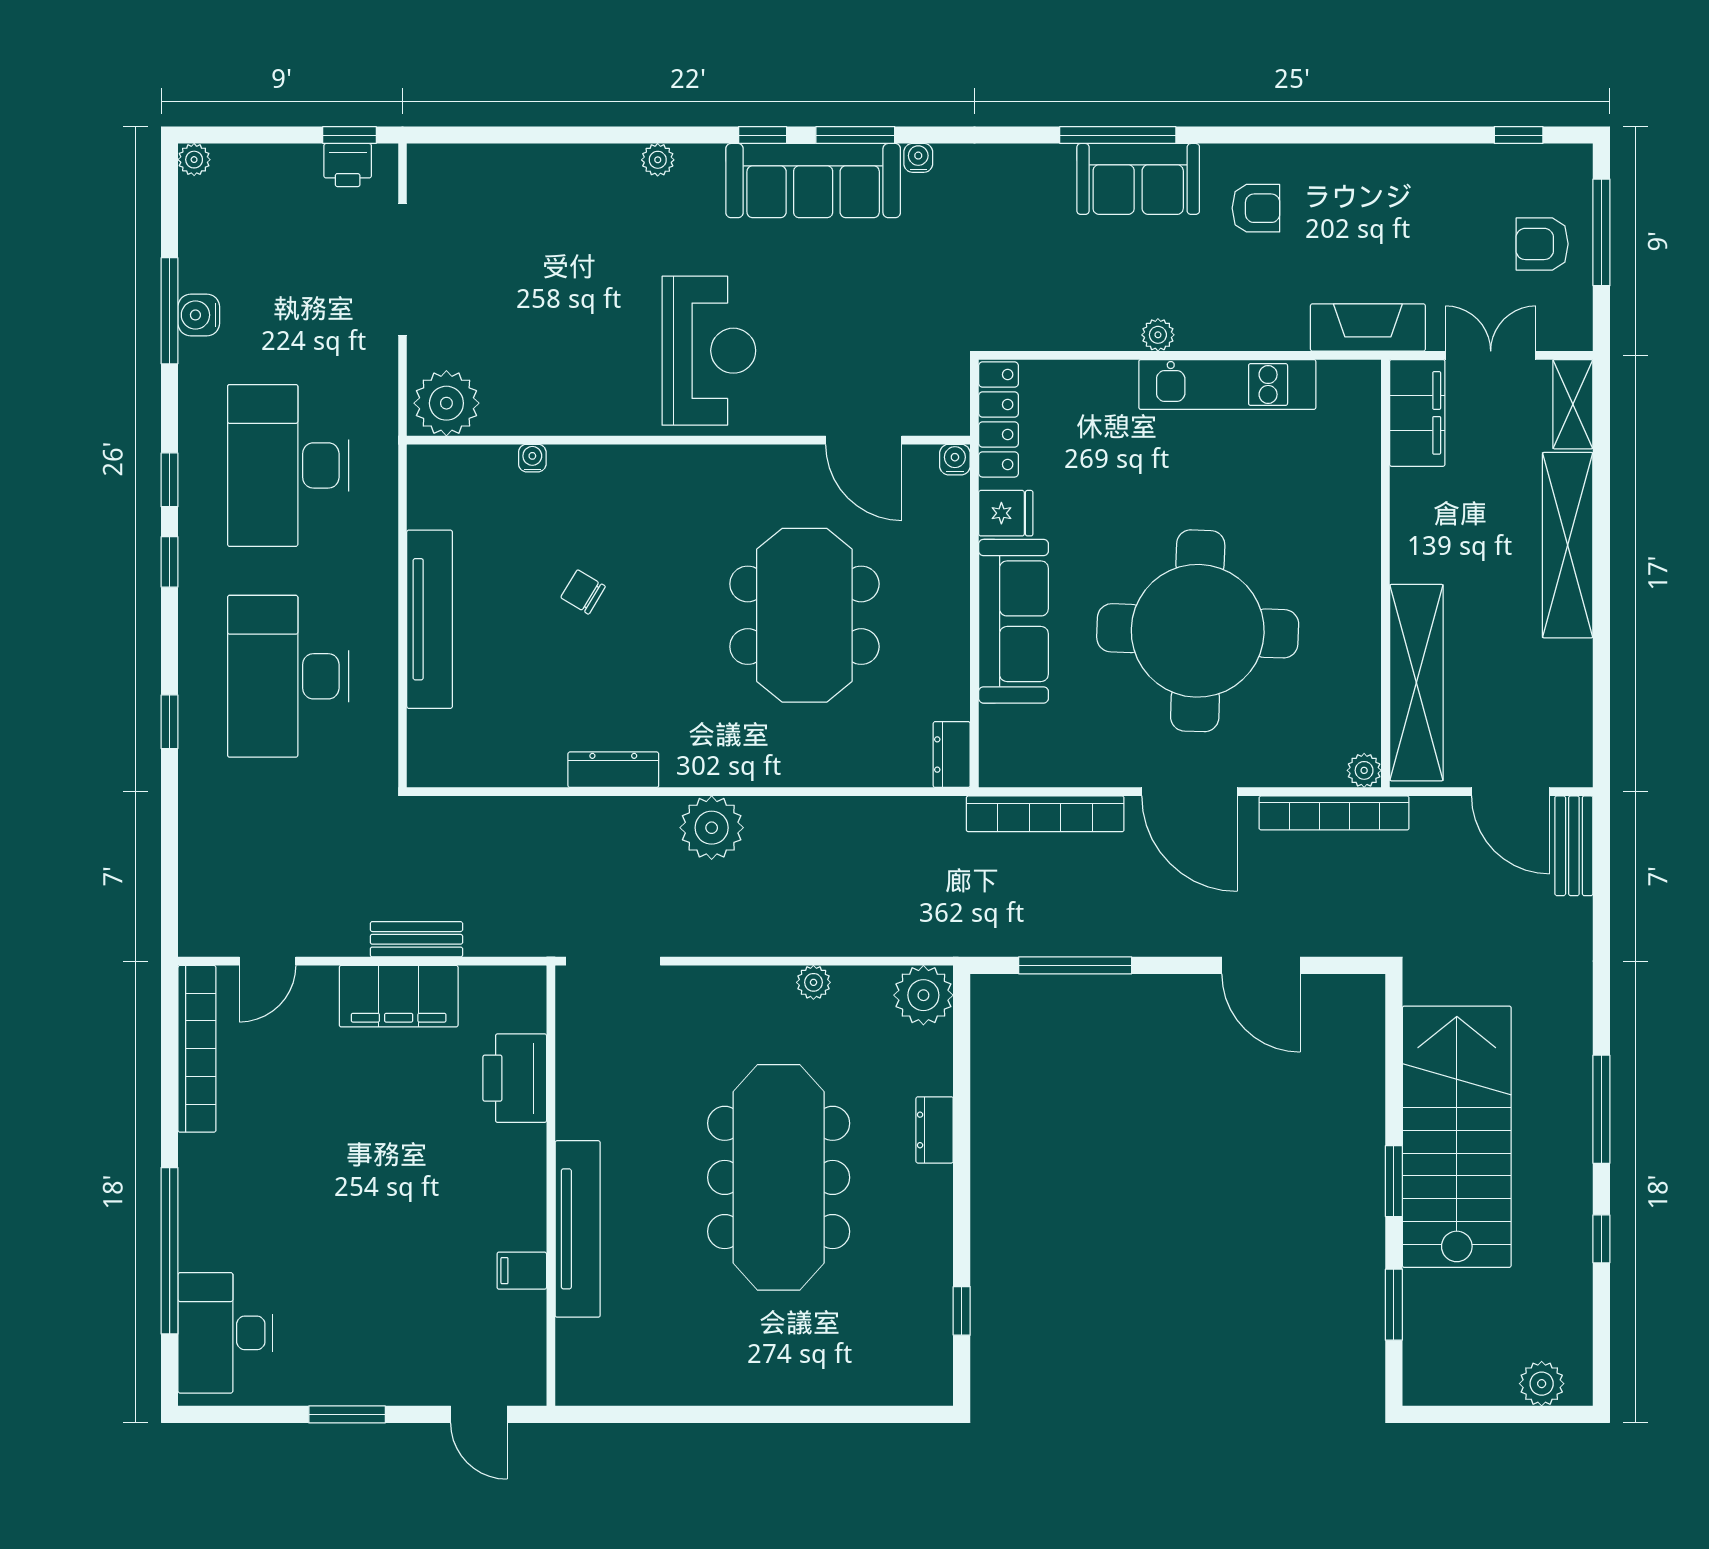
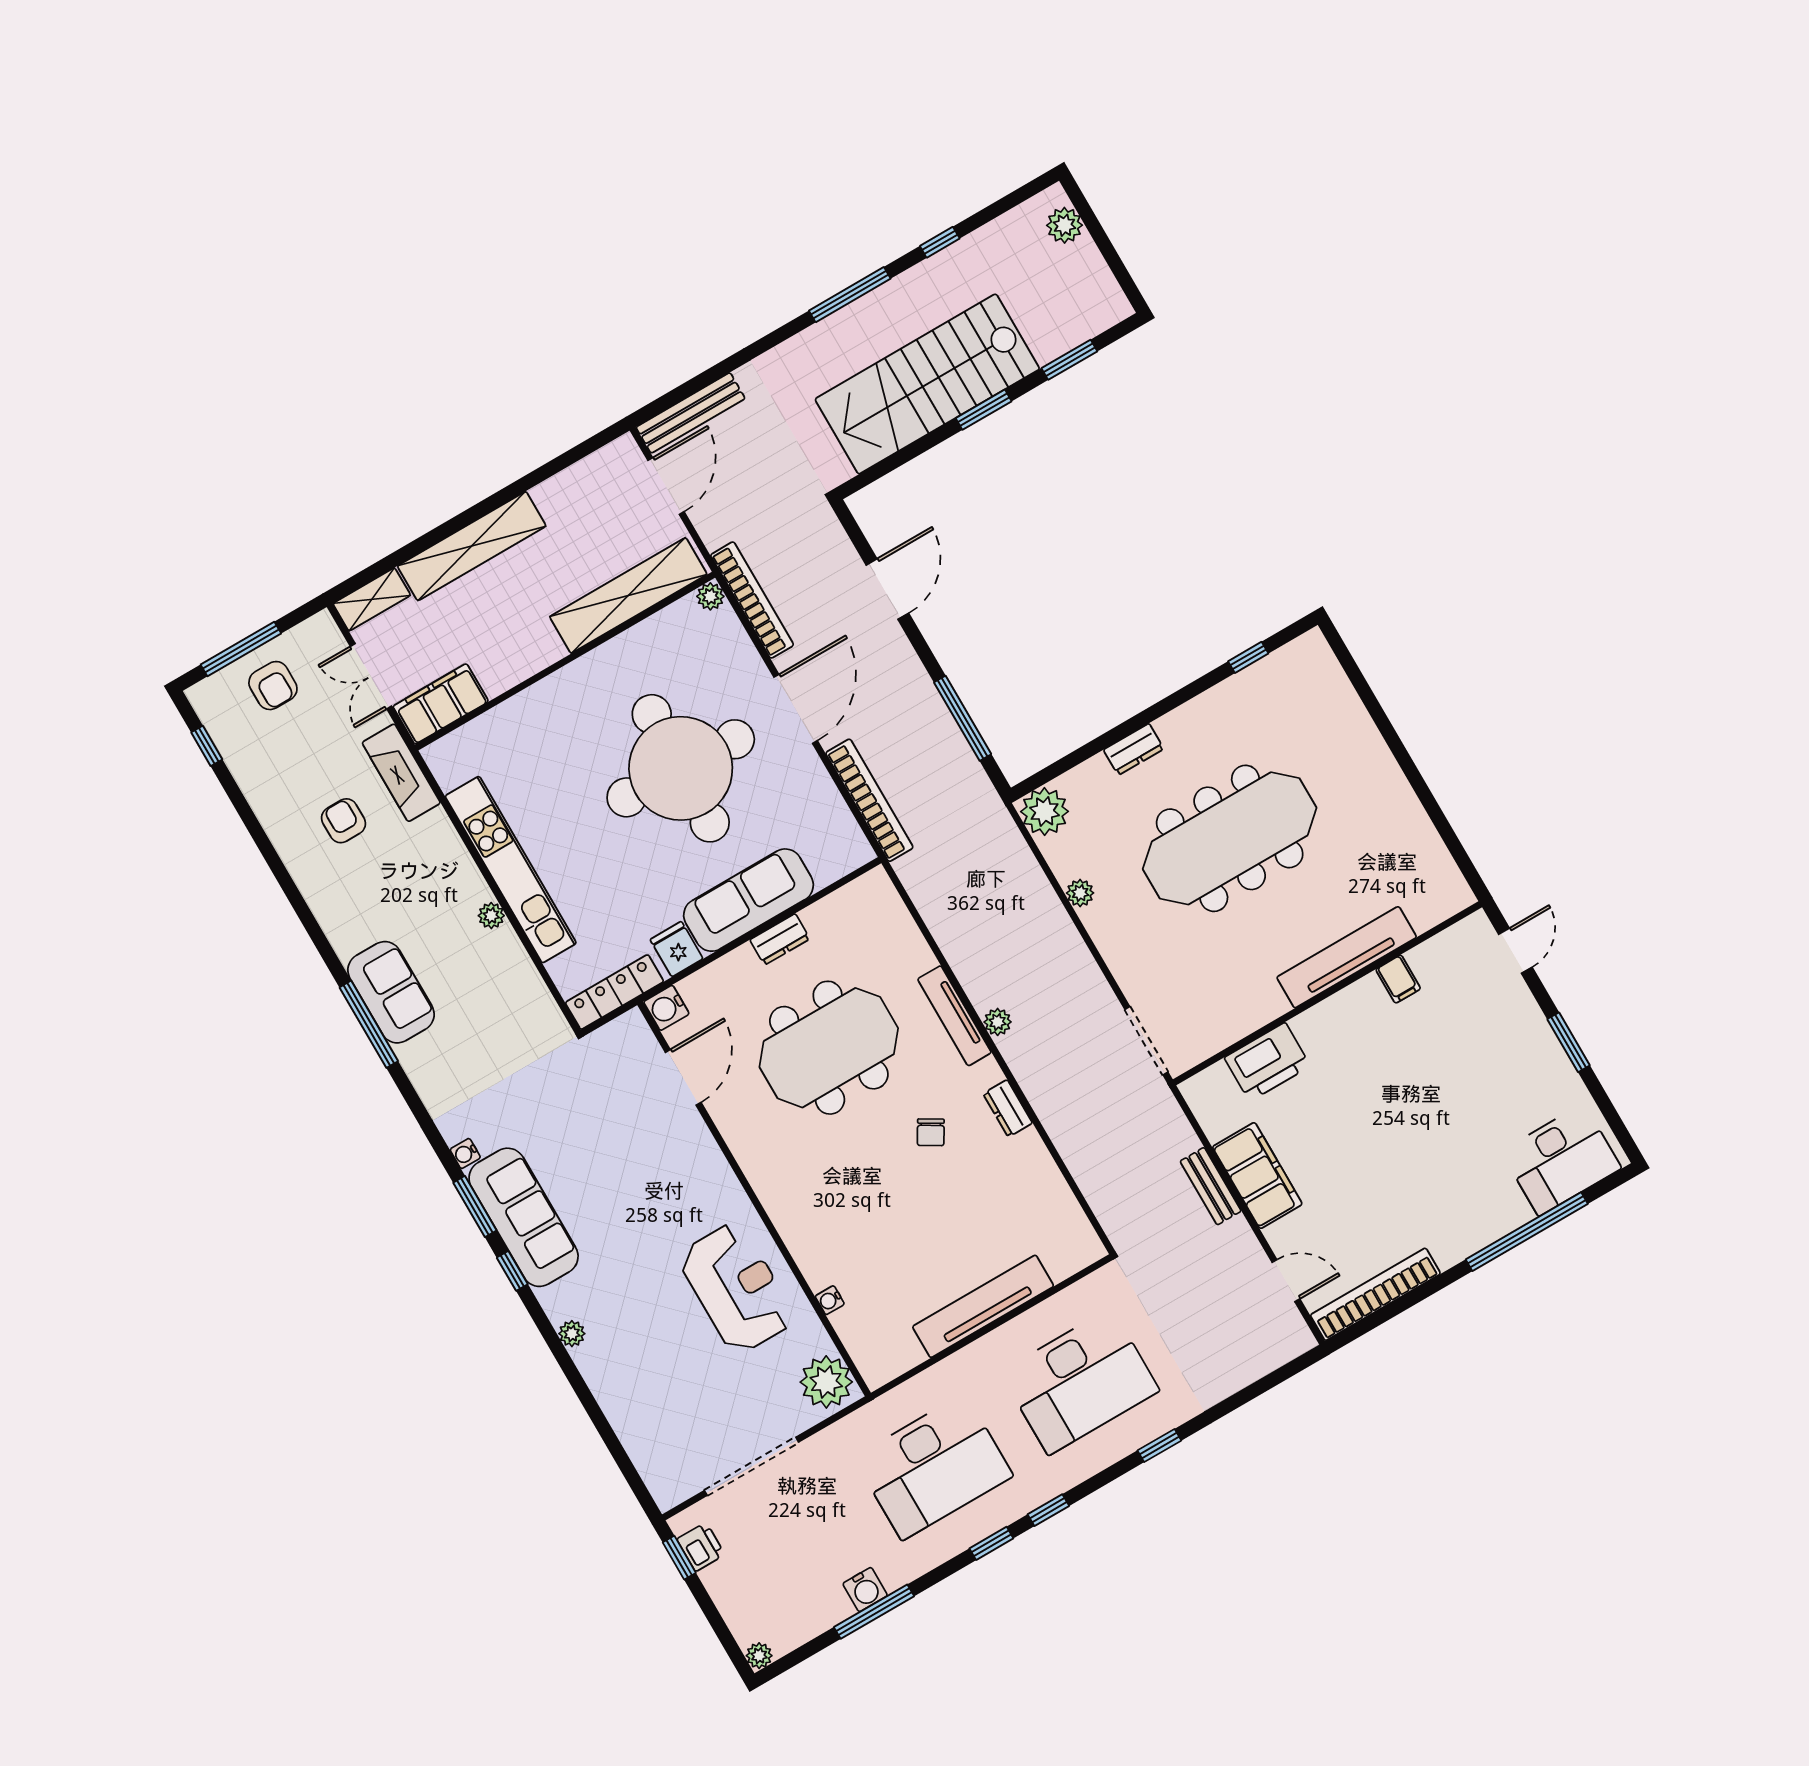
armchair: (1256, 208) -> (344, 821), moved
reception desk: (709, 351) -> (737, 1288), moved, turned 90
kitchen unit: (1227, 384) -> (511, 870), width x1.36
water cooler: (955, 460) -> (666, 1008), width x1.38, depth x1.38
chair: (583, 592) -> (931, 1132), moved
dresser: (952, 755) -> (780, 939), moved
dresser: (613, 770) -> (1008, 1108), width x0.70
tv unit: (760, 770) -> (954, 1016), added
plant: (712, 828) -> (998, 1022), width x0.53, depth x0.53
bench: (1574, 846) -> (691, 413), width x1.36

